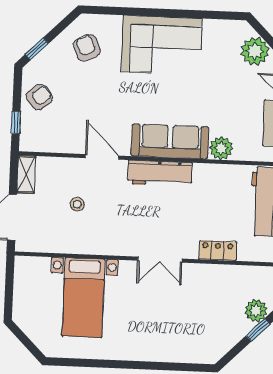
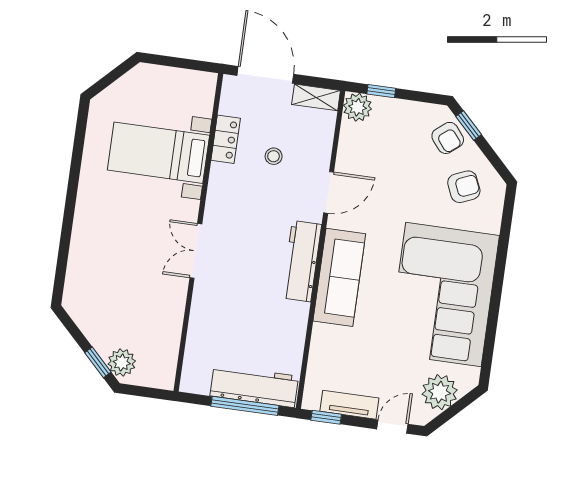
corner sofa: (162, 45) -> (443, 294), width x1.36, depth x1.36
armchair: (39, 97) -> (448, 138), moved
plant: (221, 148) -> (358, 107), moved
locker: (218, 251) -> (226, 139), moved

